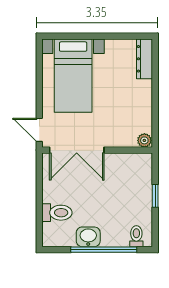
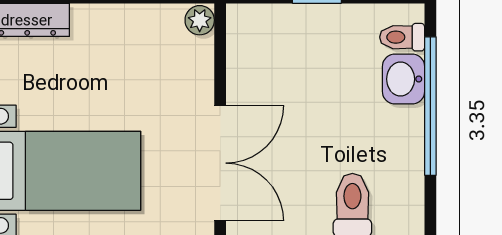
washbasin: (88, 237) -> (404, 79), moved

